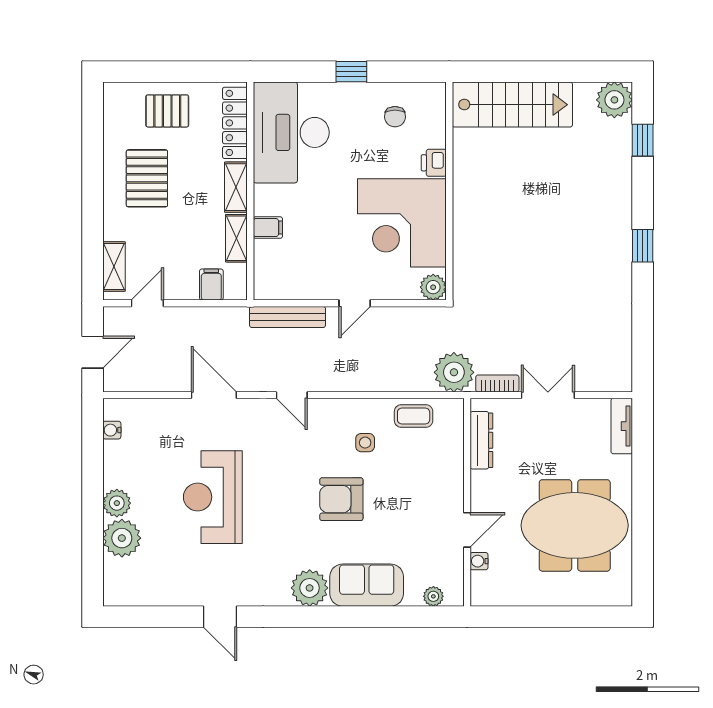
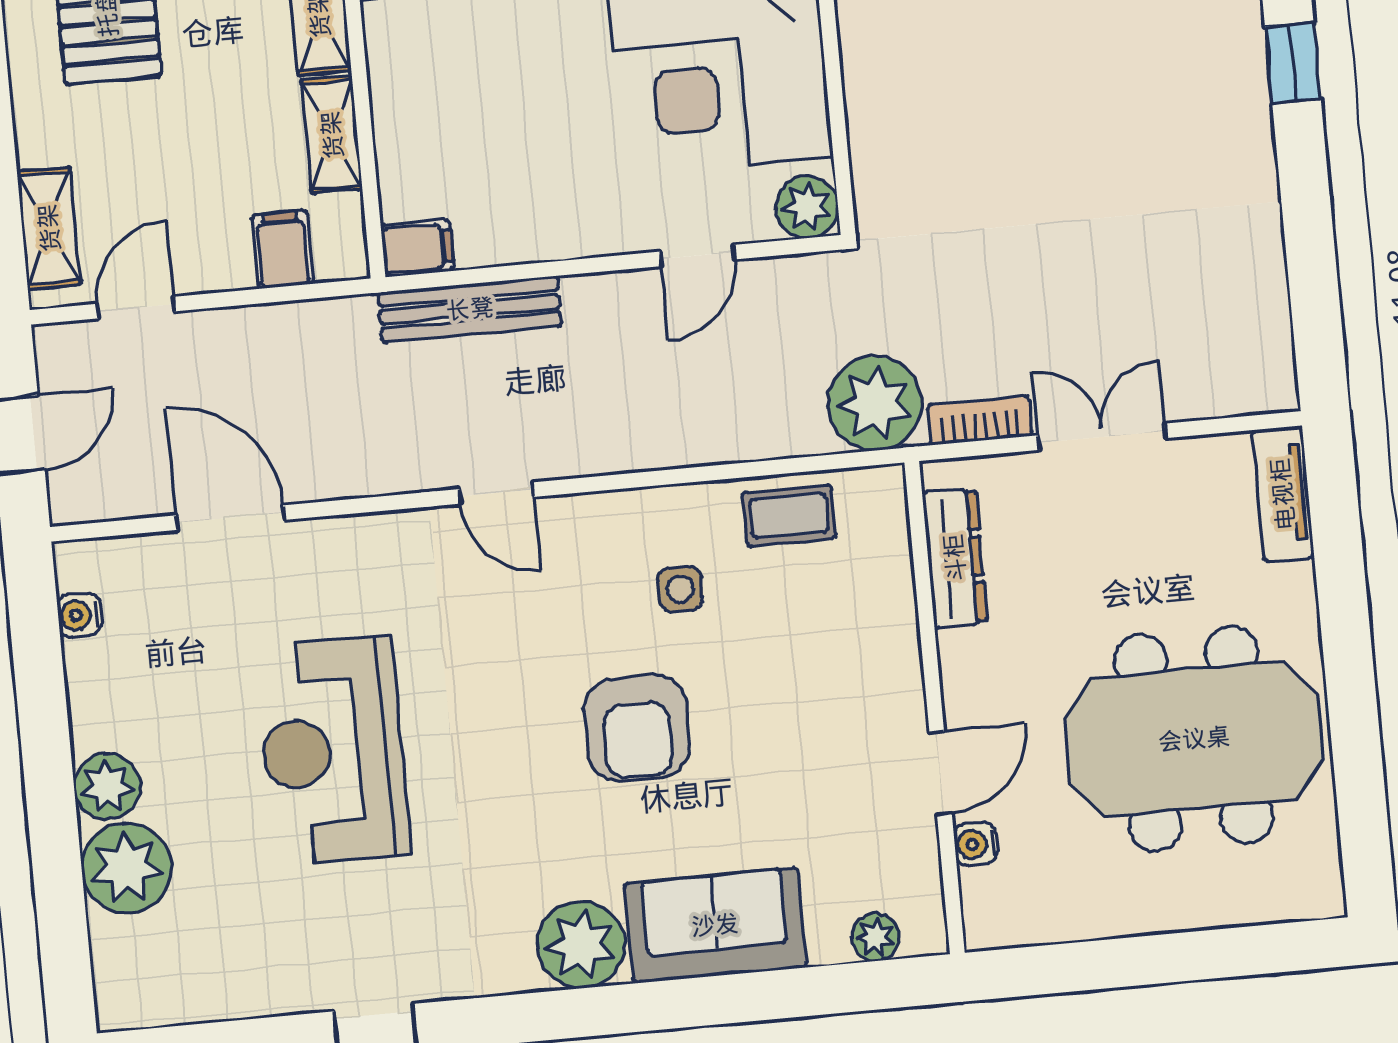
filing cabinet: (268, 228) -> (417, 248), moved
door: (355, 303) -> (698, 256), moved
door: (214, 395) -> (230, 518), moved
armchair: (341, 499) -> (637, 728), turned -90

